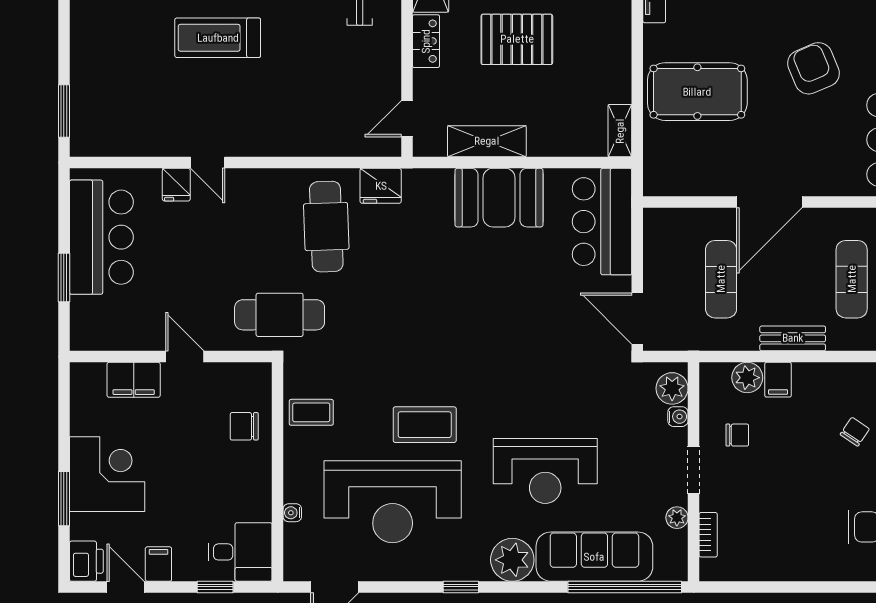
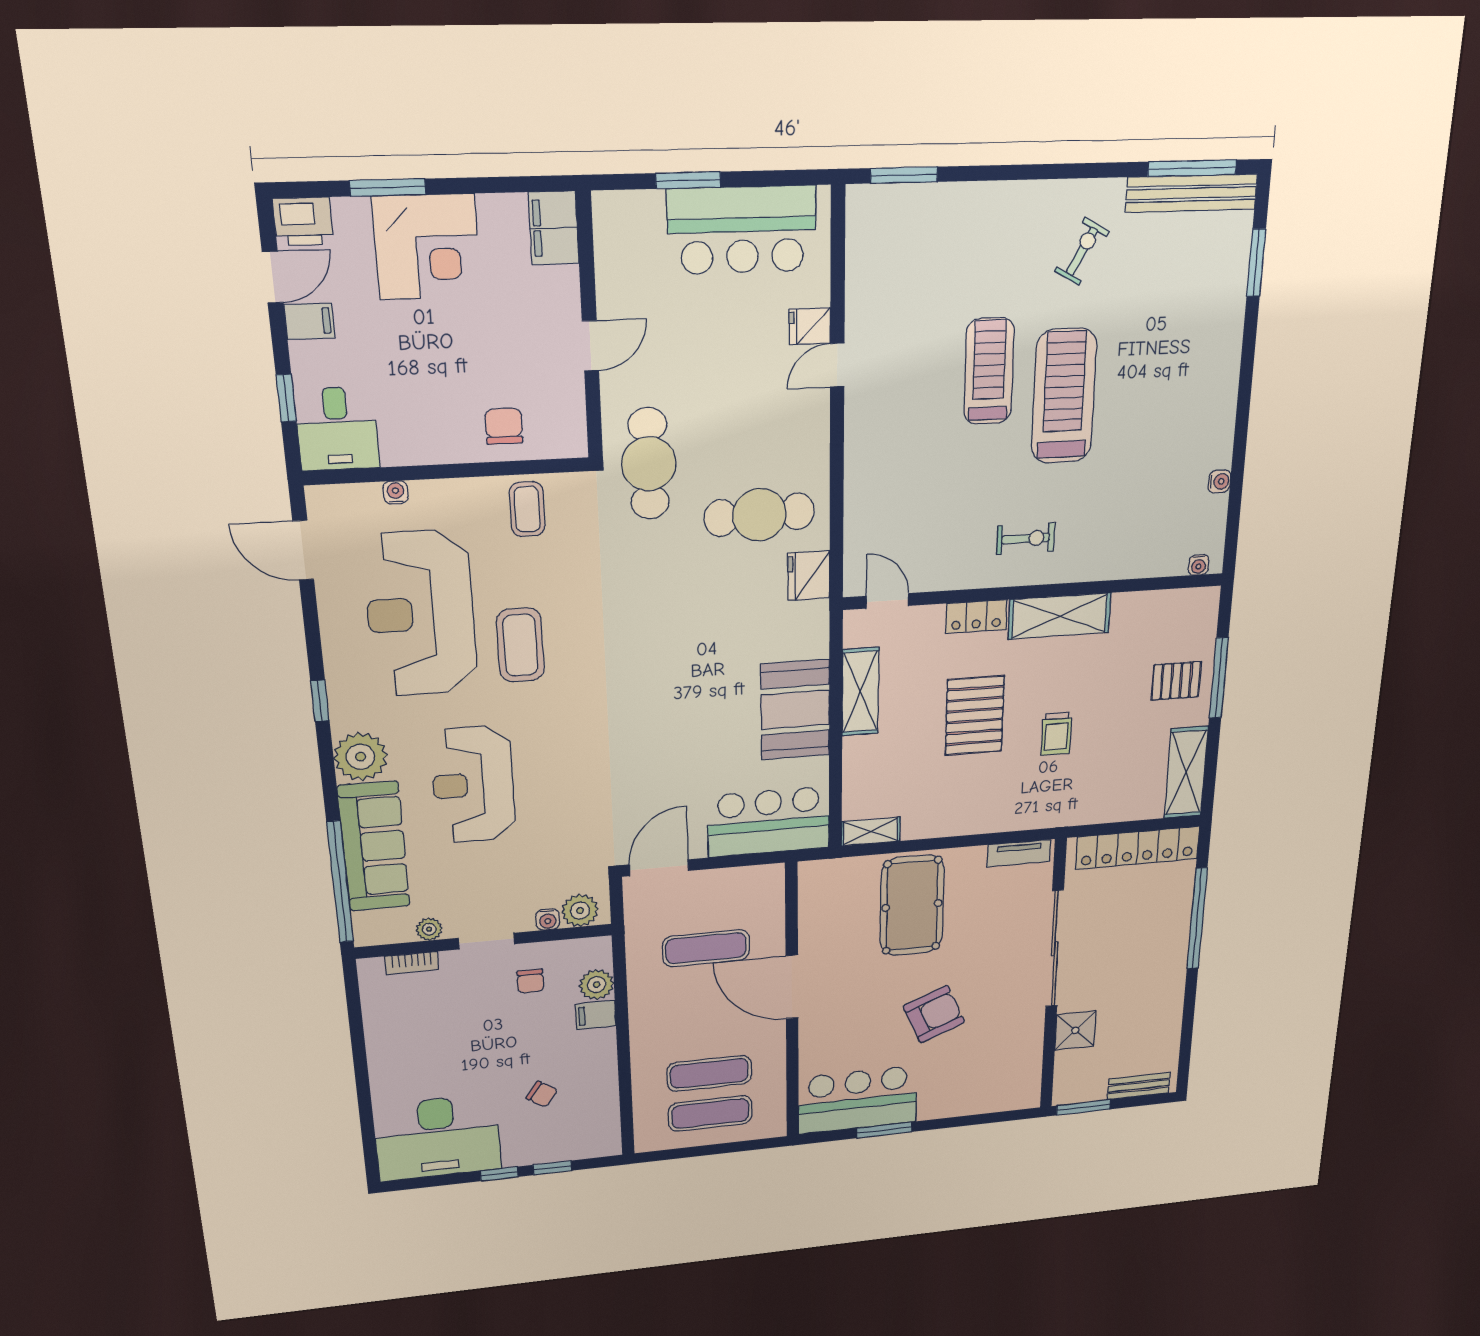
bench: (793, 338) -> (643, 1024), removed
filing cabinet: (134, 380) -> (554, 228), moved

